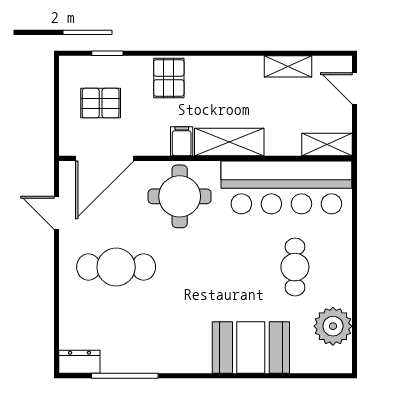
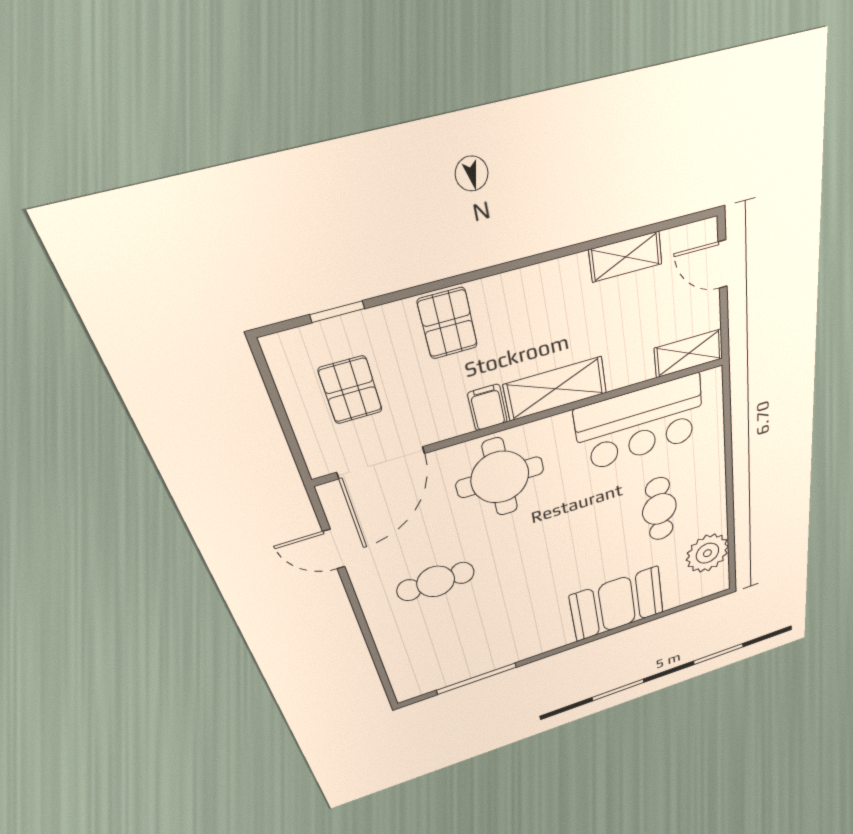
pallet: (101, 103) -> (350, 390), turned 90
bar counter: (286, 187) -> (640, 423), width x0.73
cafe table: (116, 267) -> (436, 582), width x0.73, depth x0.74
dresser: (79, 362) -> (419, 685), removed

